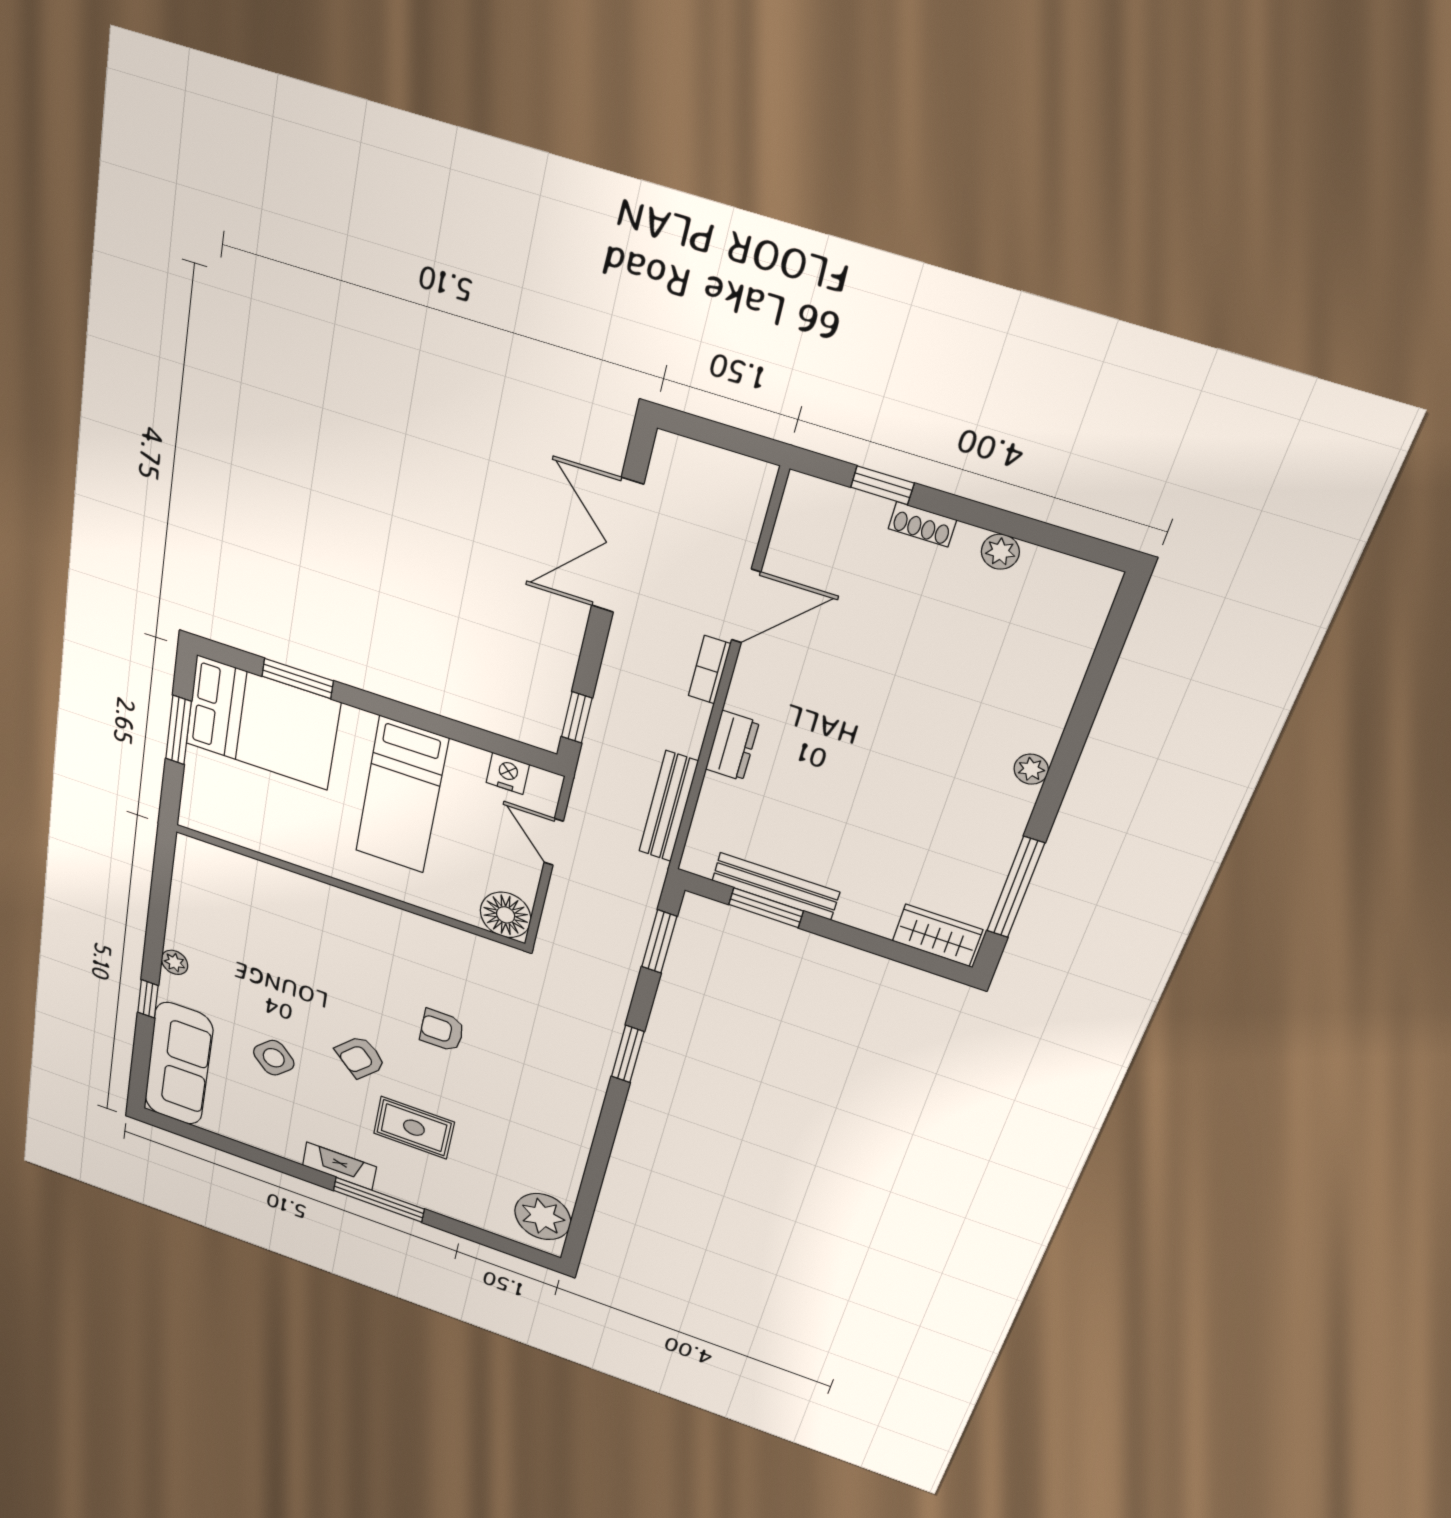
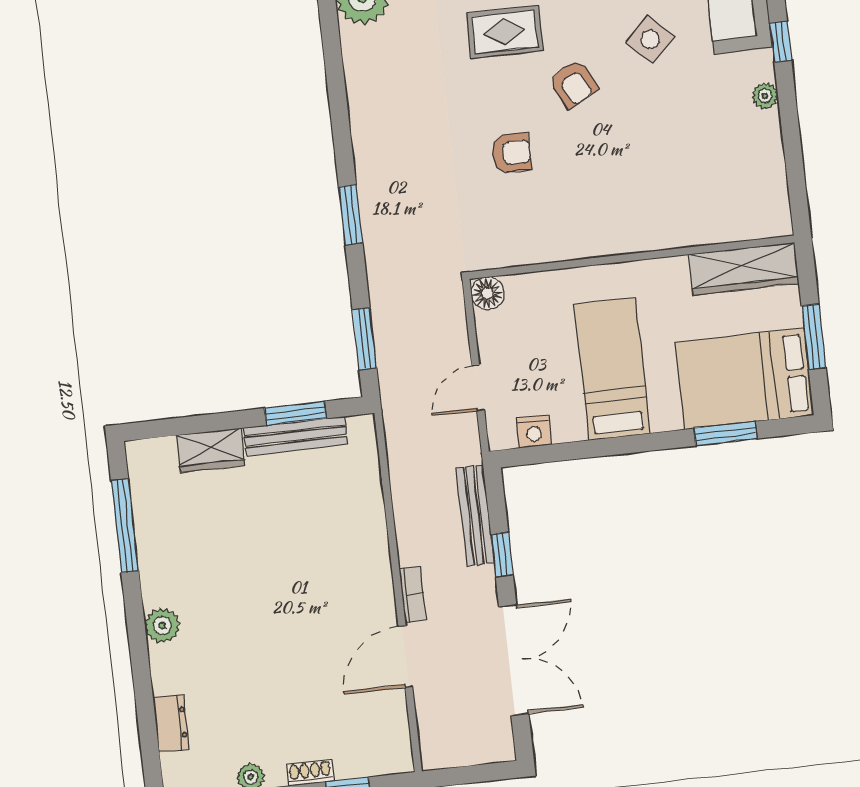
window: (577, 717) -> (502, 554), moved
dresser: (732, 746) -> (171, 723), moved, turned 180
plant: (1031, 769) -> (162, 626), width x1.38, depth x1.38
bench: (669, 807) -> (475, 515), moved
wardrobe: (235, 825) -> (744, 269), added
door: (554, 842) -> (478, 388), swing flipped
floor lamp: (506, 915) -> (487, 293), width x0.73, depth x0.73
wardrobe: (937, 935) -> (211, 450), moved
armchair: (360, 1057) -> (573, 84), turned 108

